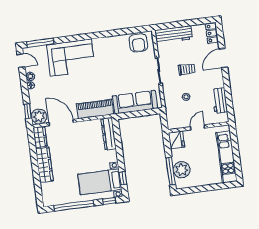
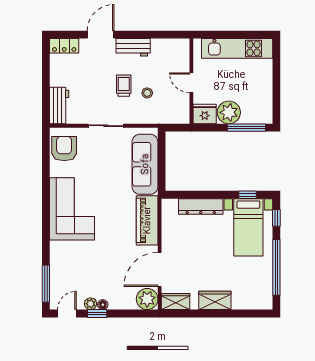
workbench: (174, 35) -> (59, 106), width x0.73
armchair: (138, 43) -> (64, 149), turned -90
corner sofa: (71, 58) -> (72, 209), moved
door: (223, 58) -> (101, 35), swing flipped
trolley: (187, 69) -> (124, 86), moved
workbench: (220, 101) -> (133, 47), moved
window: (28, 111) -> (97, 313), moved
dresser: (109, 134) -> (201, 206), moved
wardrobe: (44, 165) -> (215, 300), width x0.67
plant: (182, 170) -> (229, 112), moved

